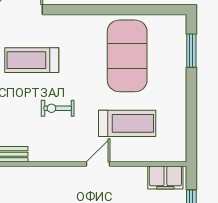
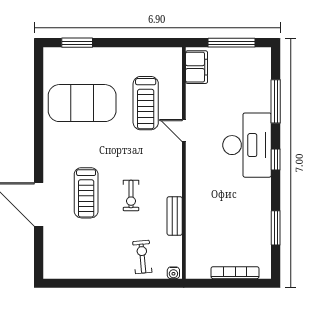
exercise bike: (58, 108) -> (131, 196), moved
treadmill: (127, 123) -> (146, 103), turned 180

